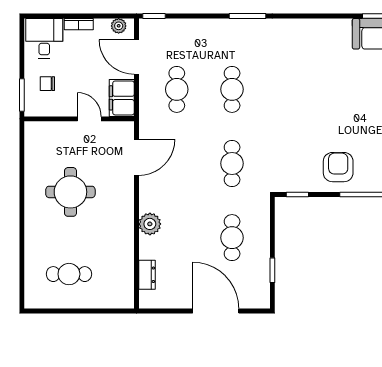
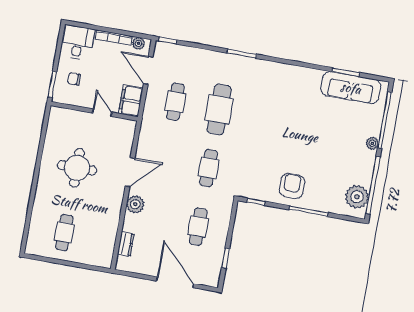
bookcase: (79, 24) -> (114, 37), width x1.56
cafe table: (232, 89) -> (219, 109), width x1.37, depth x1.35
door: (136, 157) -> (130, 172), moved
cafe table: (69, 274) -> (64, 232), turned 90

